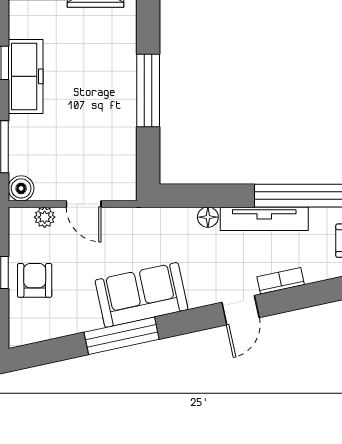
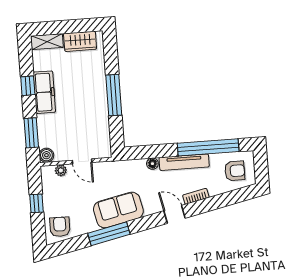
armchair: (35, 280) -> (60, 227), moved
door: (240, 310) -> (175, 214), swing flipped

